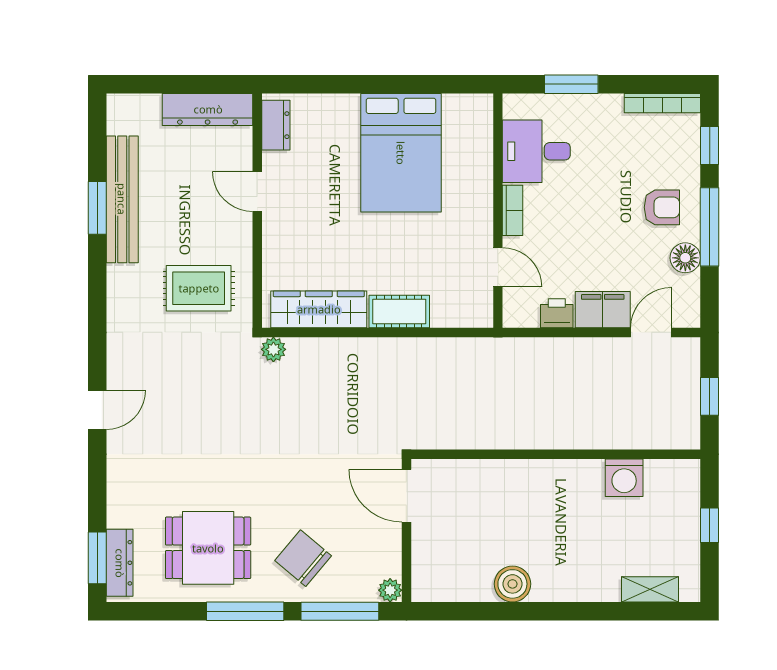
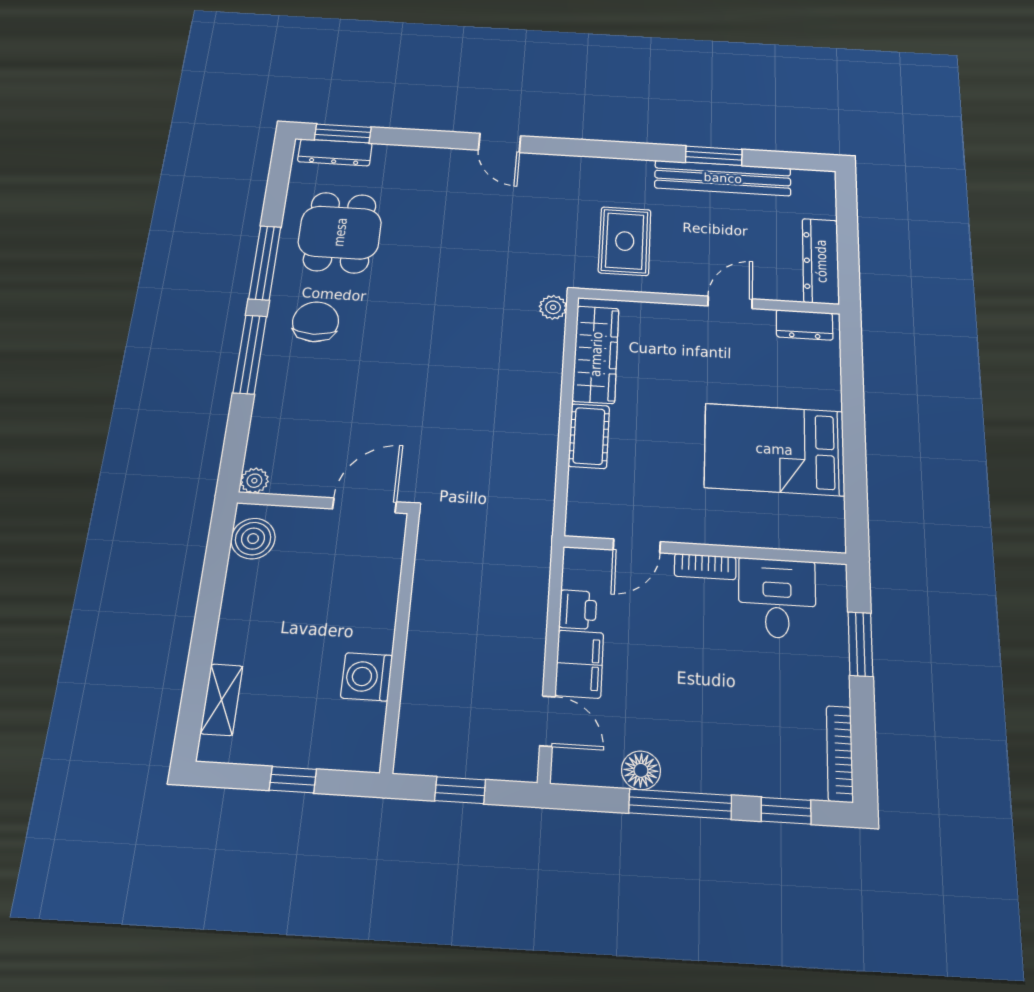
armchair: (662, 207) -> (706, 745), removed
door: (406, 496) -> (364, 505), moved
wall: (406, 530) -> (323, 503), moved
chair: (303, 558) -> (316, 322), turned -40
plant: (390, 590) -> (254, 481), moved

